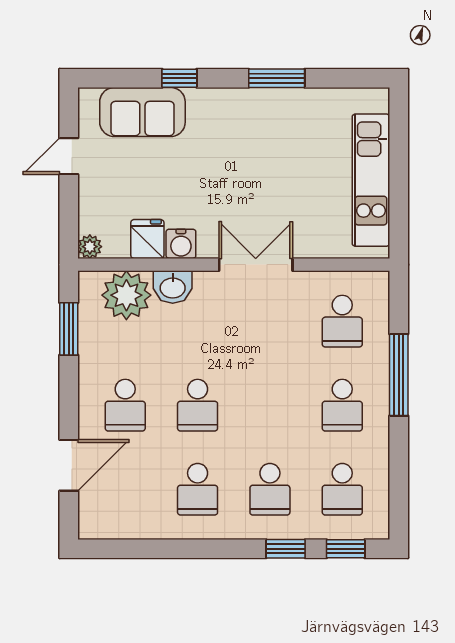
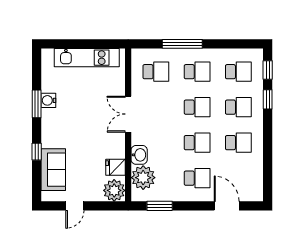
door: (69, 156) -> (75, 206), hinge flipped
water cooler: (181, 244) -> (48, 100), moved, turned 180
plant: (90, 247) -> (114, 190), width x1.88, depth x1.88
school desk: (270, 405) -> (197, 107), added

